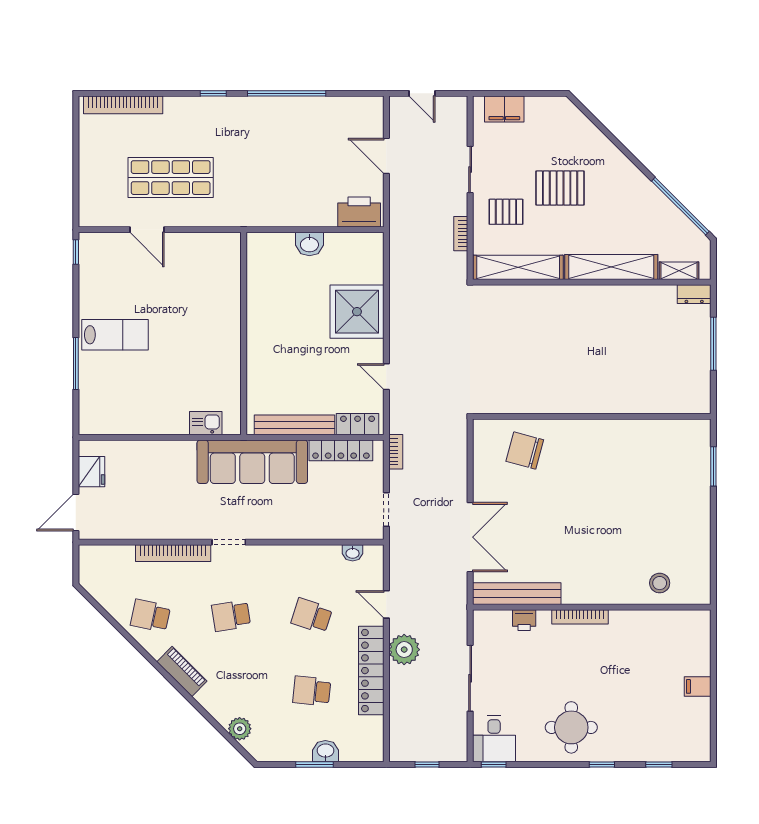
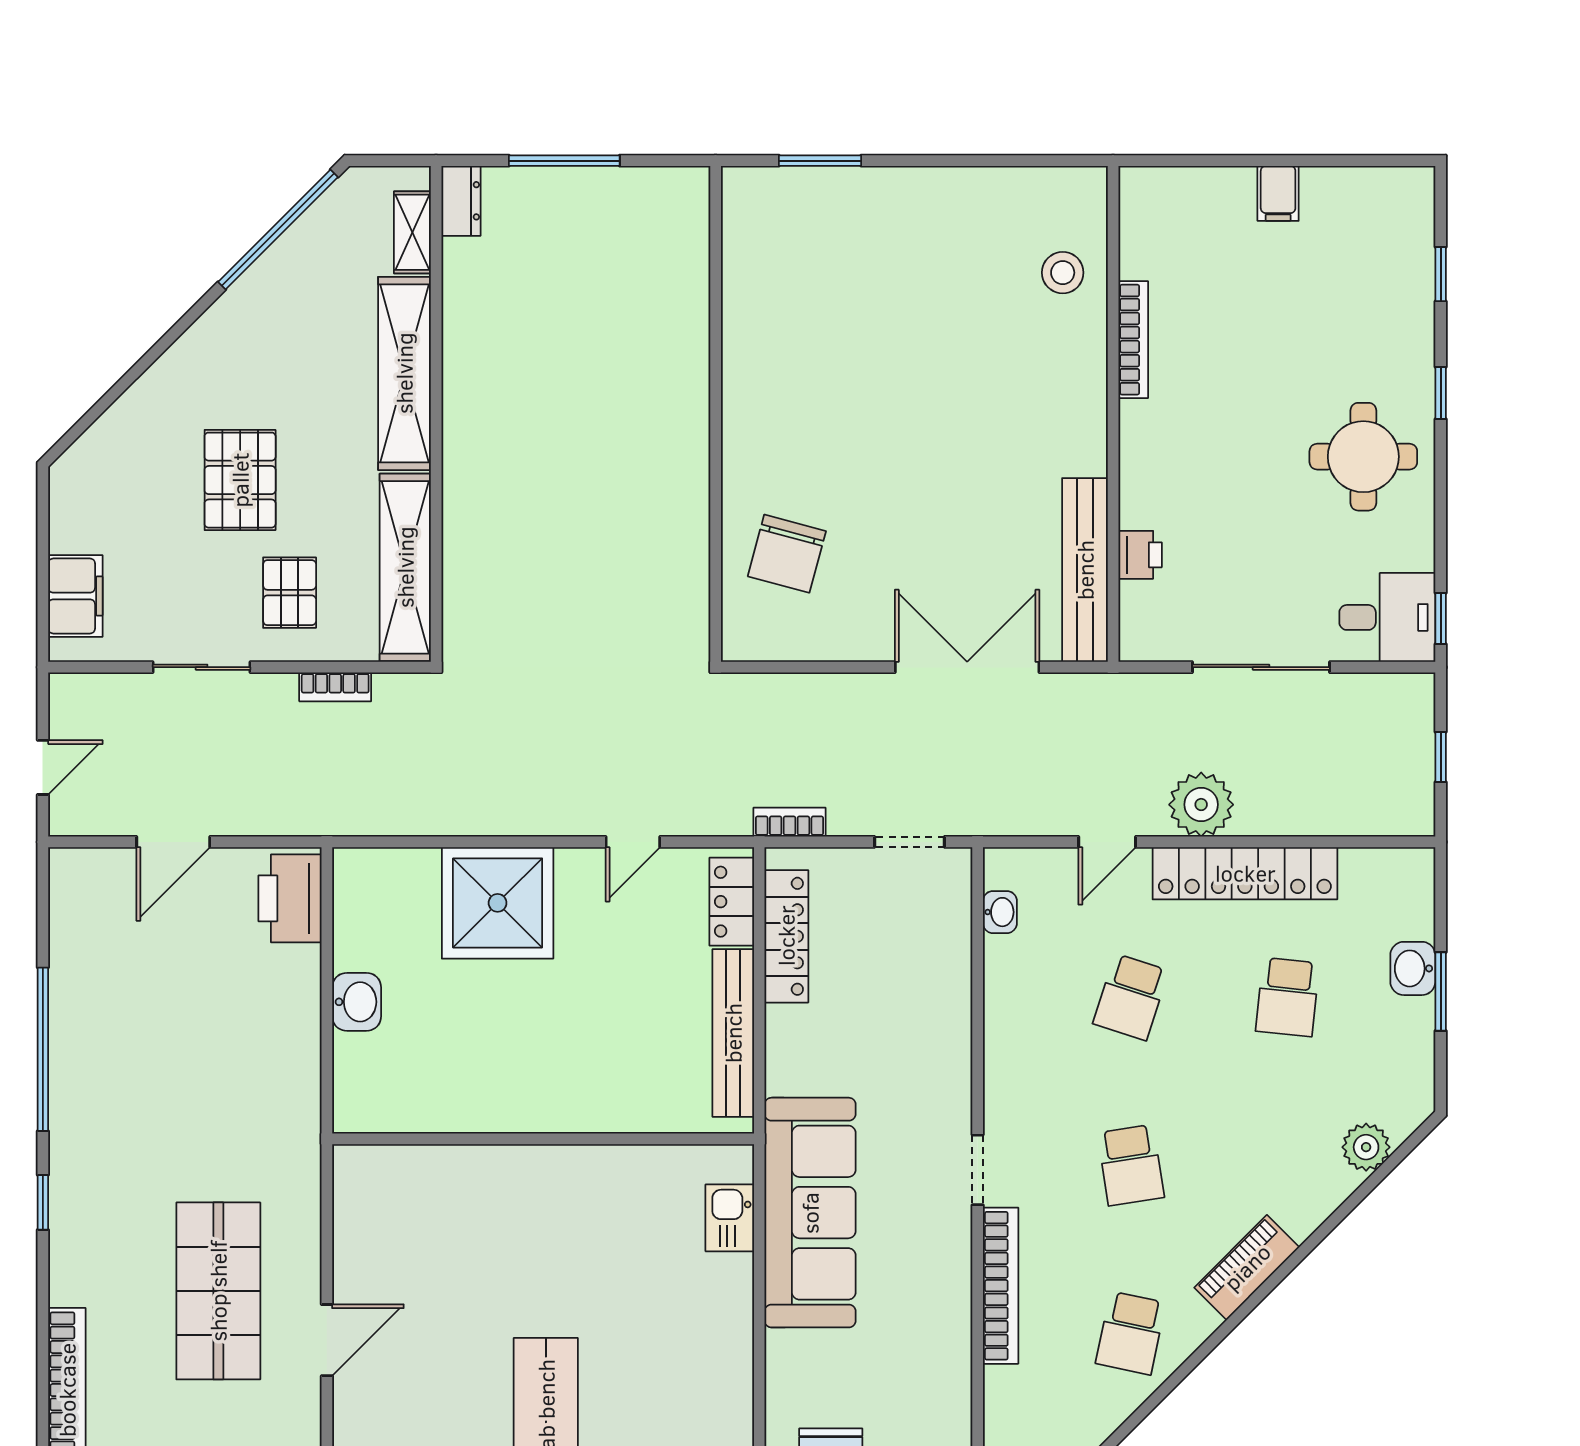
sofa: (252, 462) -> (810, 1213), moved
bookcase: (580, 617) -> (1133, 340), moved

